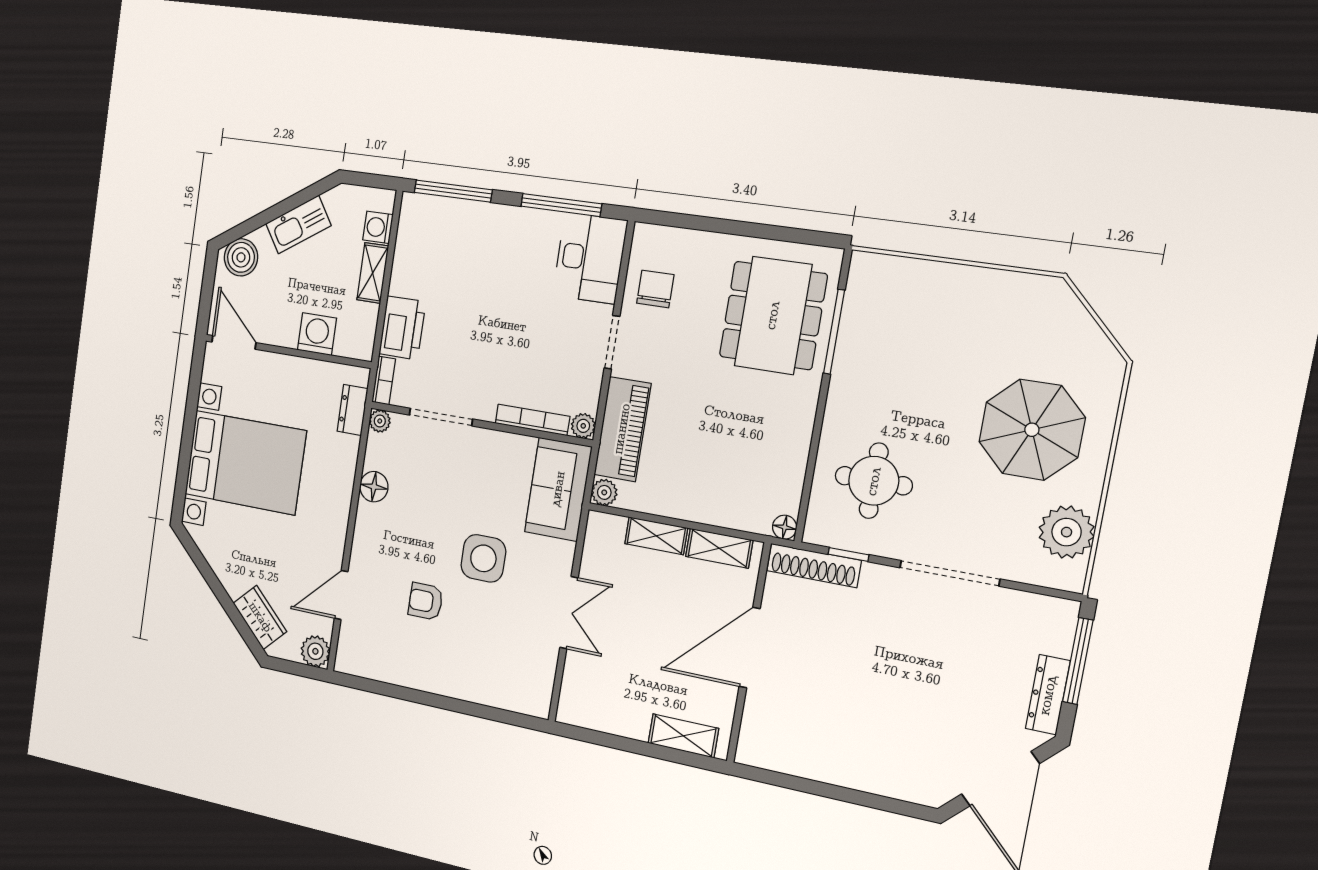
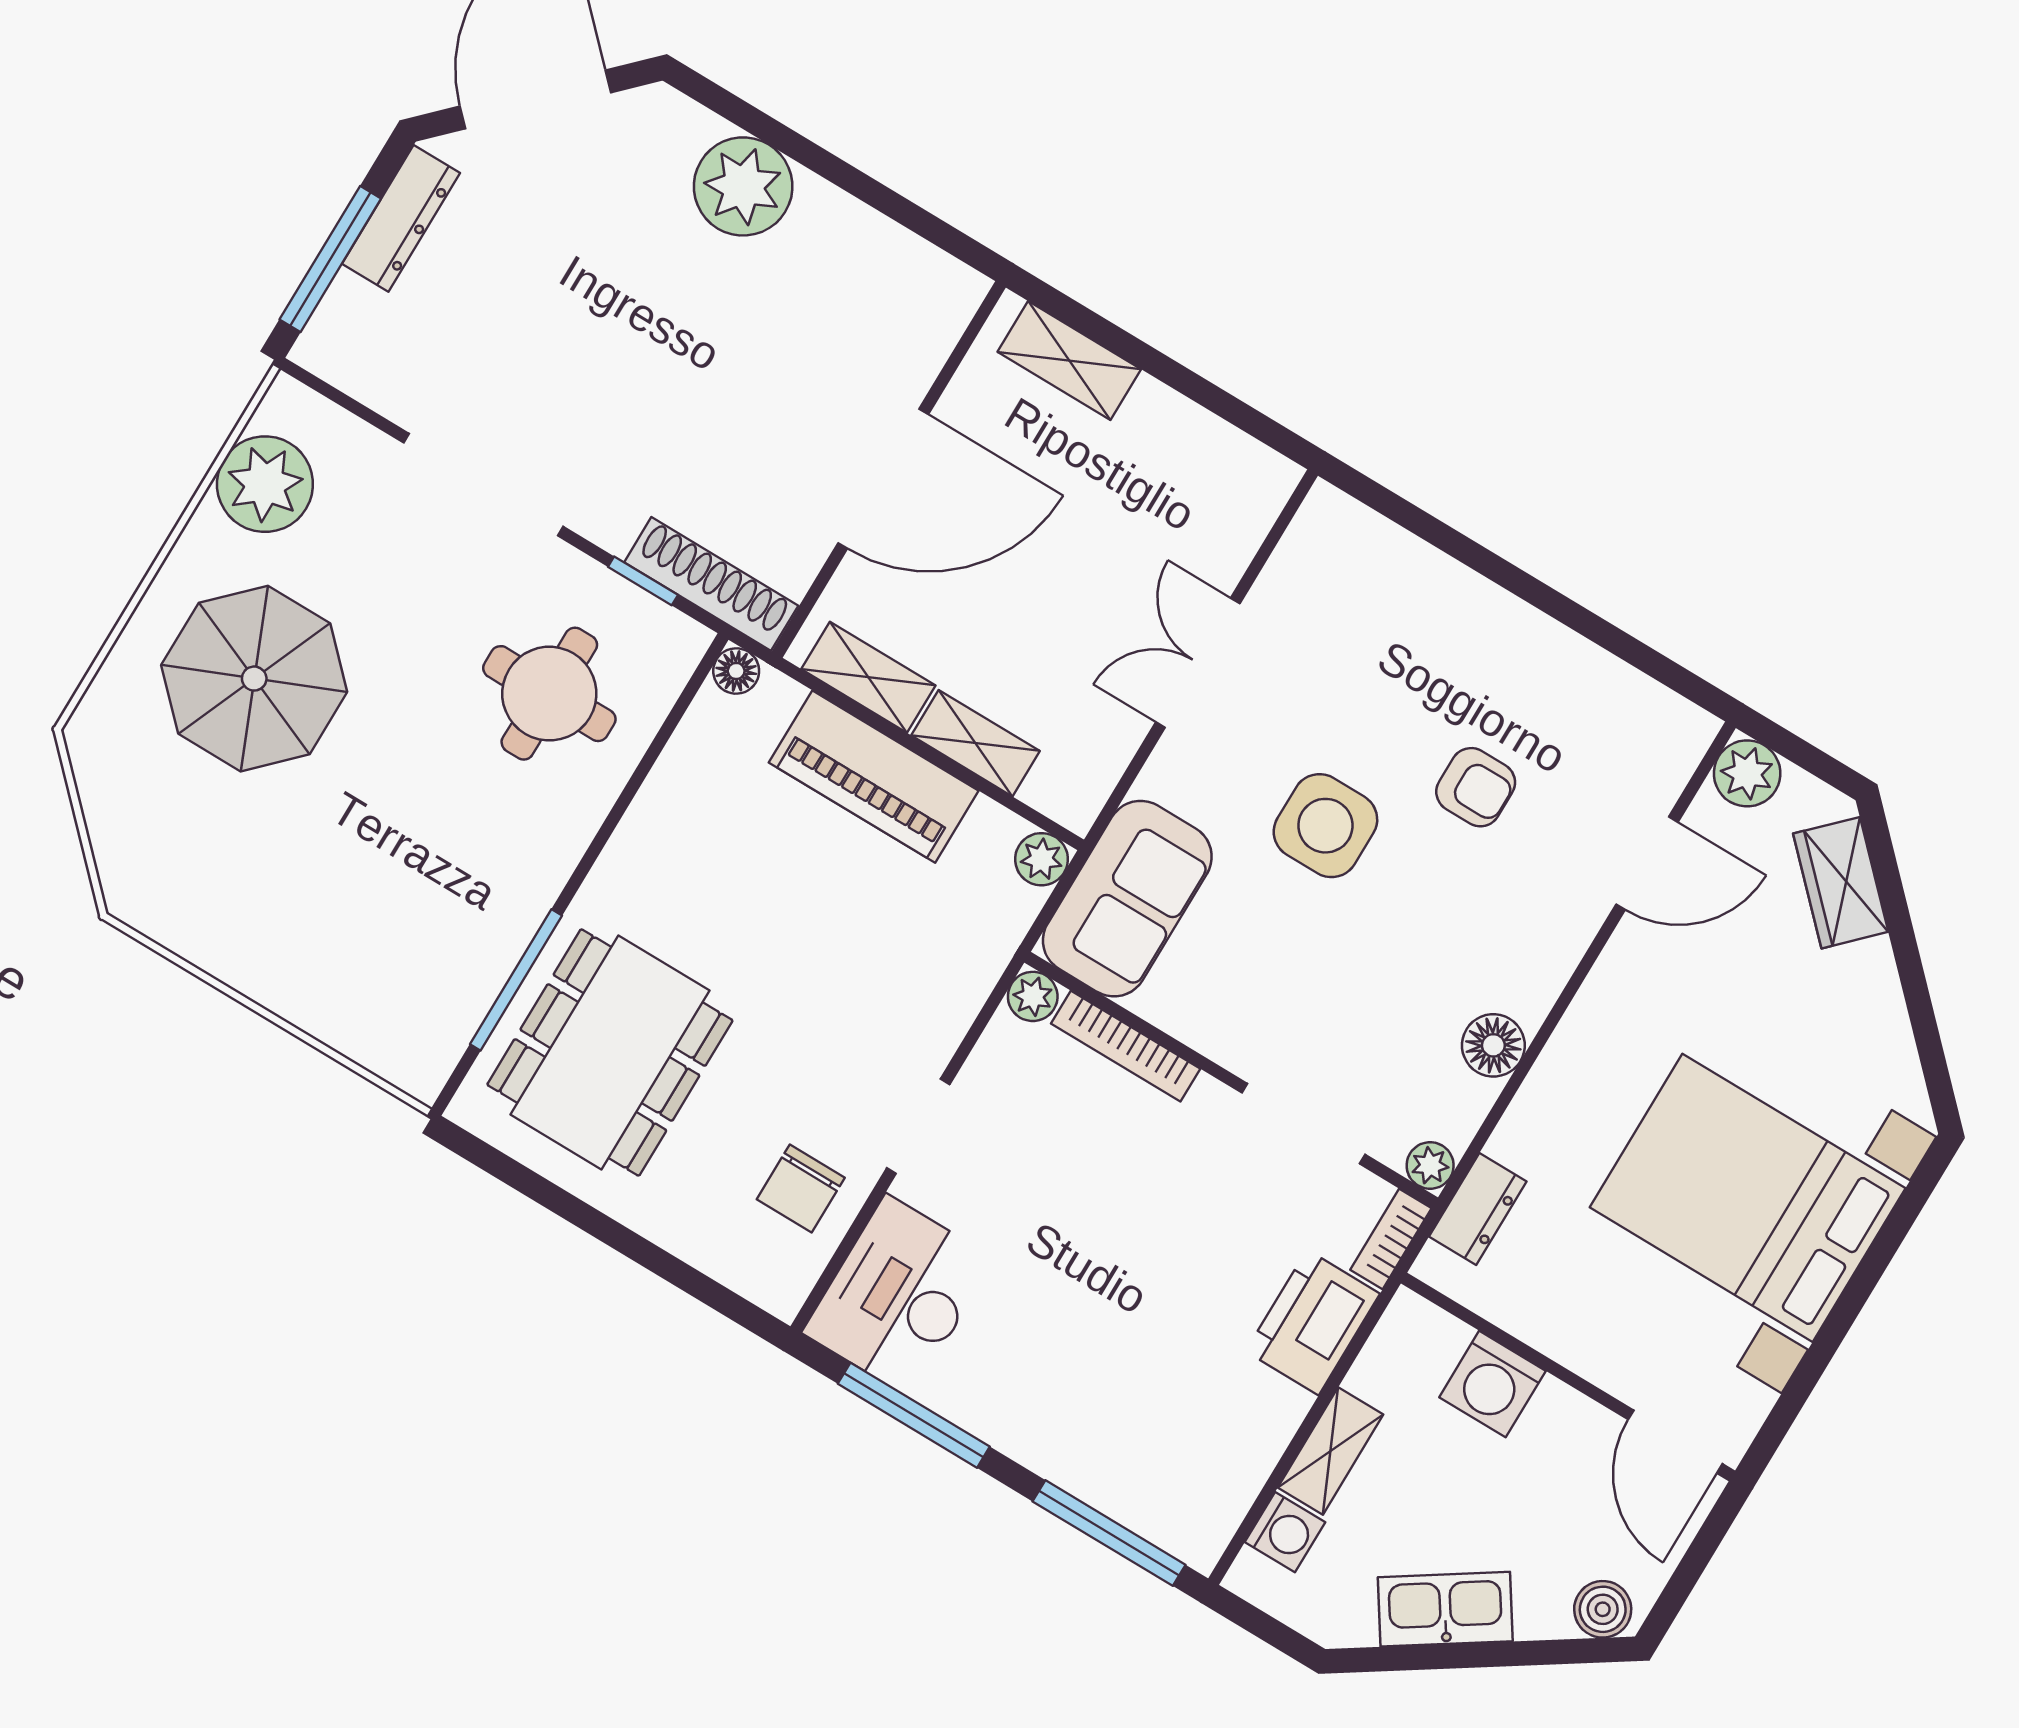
boiler: (241, 257) -> (1603, 1609), width x0.73, depth x0.73
piano: (622, 429) -> (874, 777), moved, turned -90
plant: (875, 769) -> (743, 186), added

